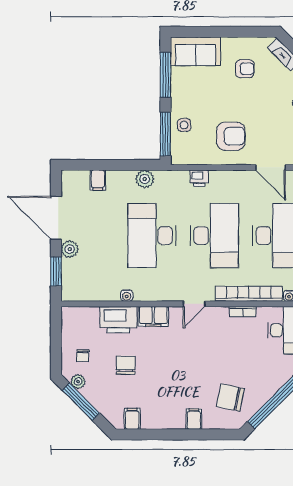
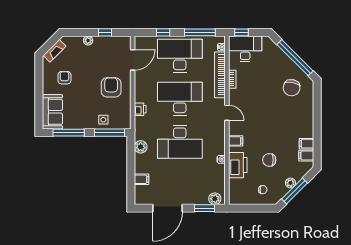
plant: (70, 249) -> (215, 199), moved
filing cabinet: (153, 316) -> (236, 141), width x0.50
plant: (78, 382) -> (290, 183), moved
filing cabinet: (194, 419) -> (306, 144), moved

